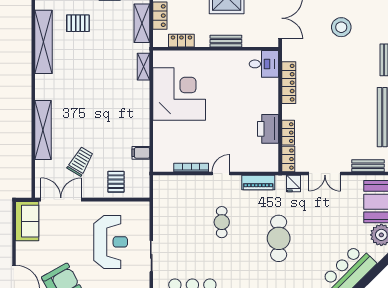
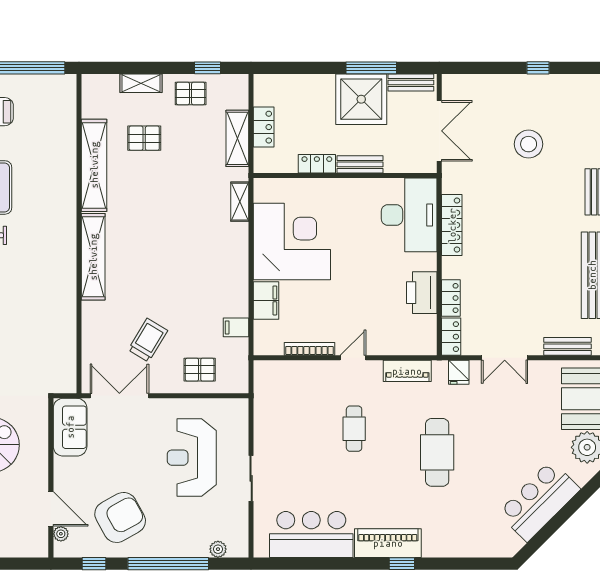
locker: (181, 41) -> (317, 164), moved
desk: (264, 64) -> (409, 215), width x1.87, depth x1.30
shelving: (43, 130) -> (93, 257), moved
filing cabinet: (161, 134) -> (266, 300), added
pallet: (116, 182) -> (200, 370), turned 90
reception desk: (111, 242) -> (192, 458), turned 180

